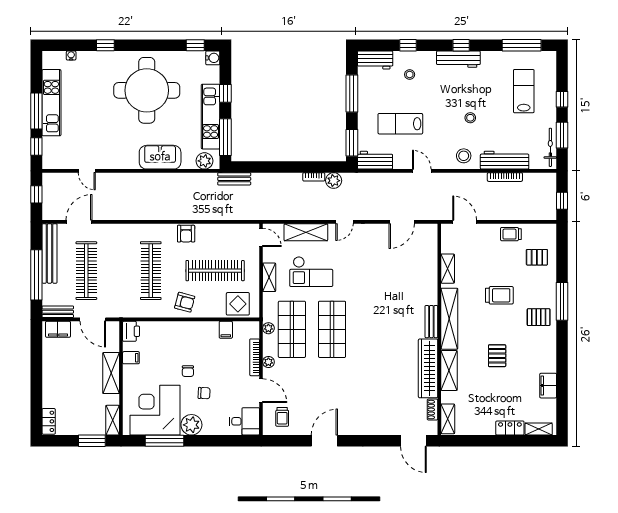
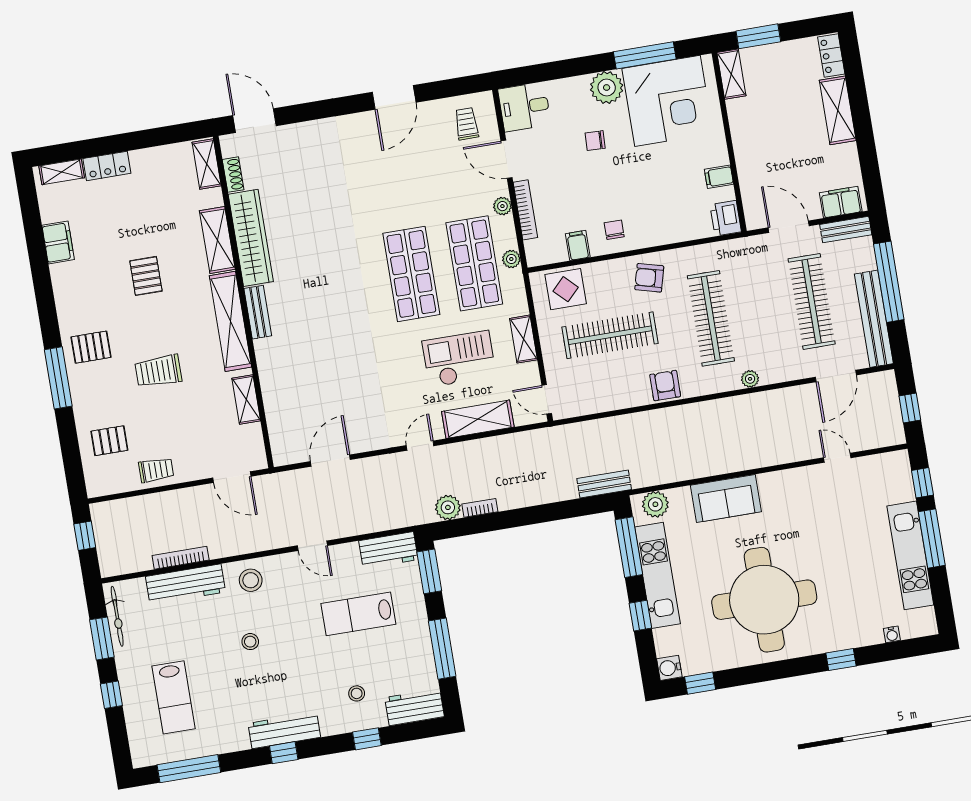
lab bench: (400, 124) -> (358, 614), turned 180
plant: (133, 229) -> (750, 379), added
chair: (188, 371) -> (614, 230), moved
shelving: (111, 373) -> (838, 110), moved

